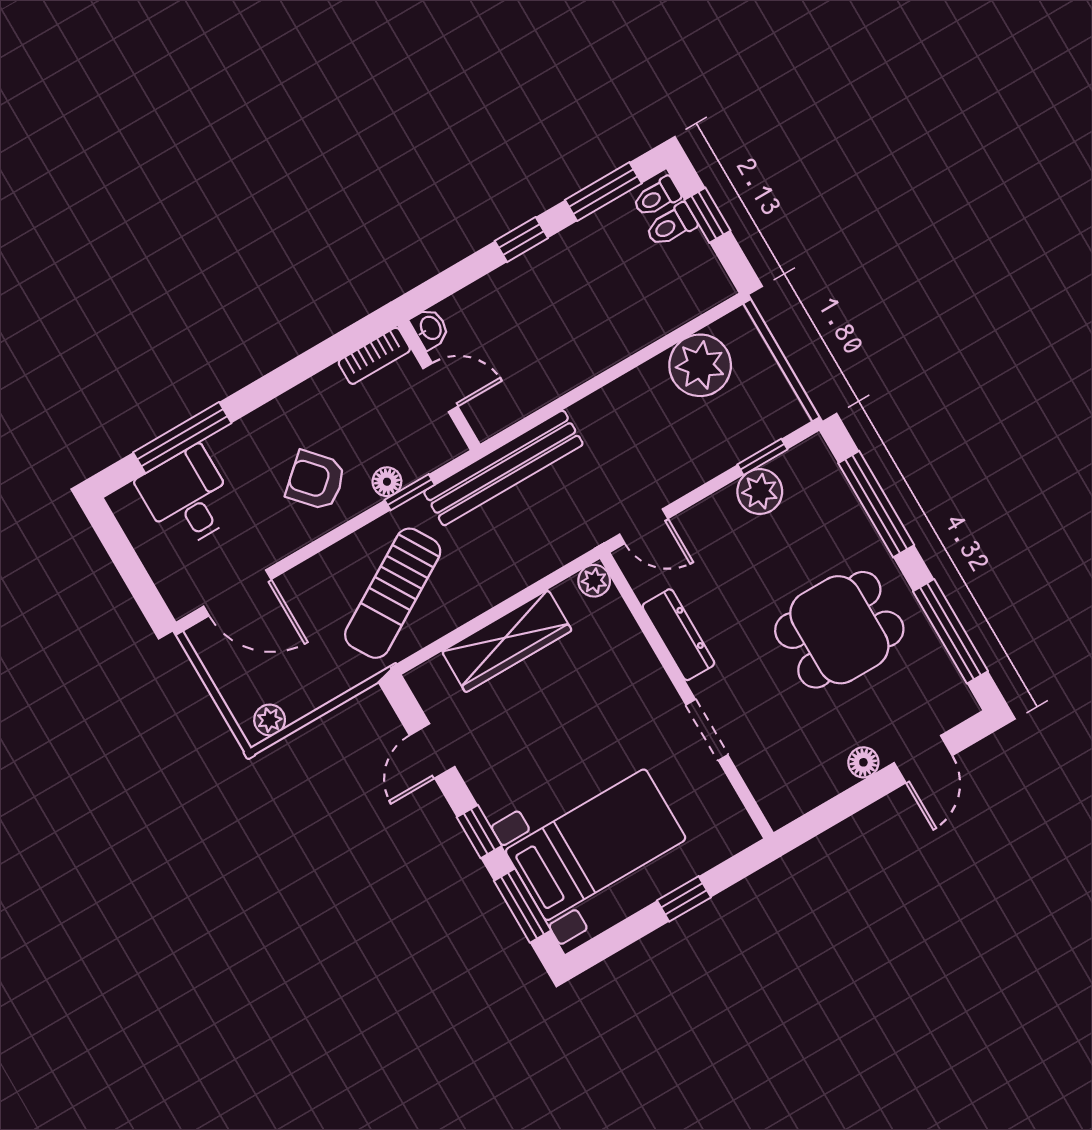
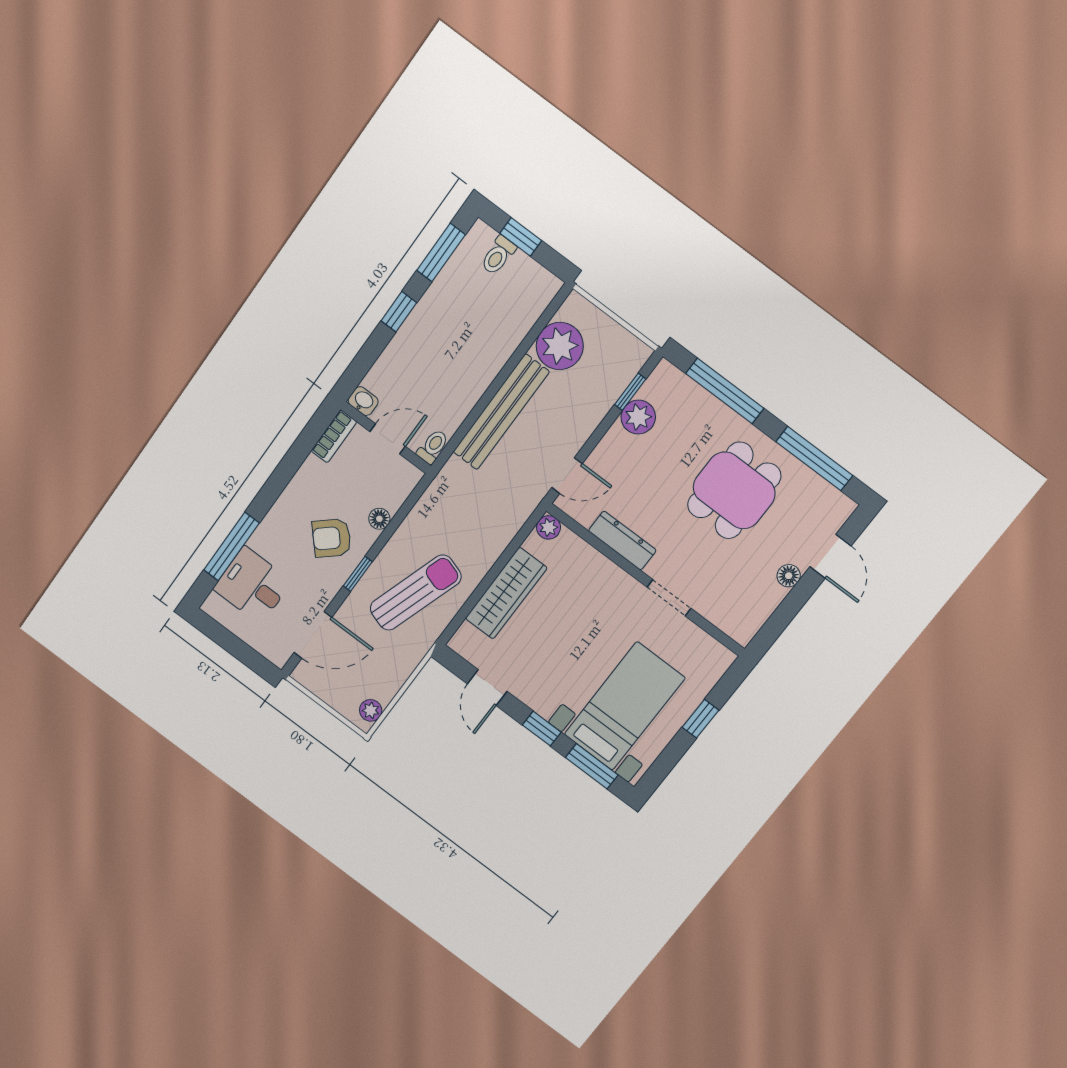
toilet: (657, 197) -> (433, 447), moved, turned 180
bench: (503, 468) -> (501, 412), moved
window: (410, 492) -> (358, 574), moved
sun lounger: (393, 593) -> (416, 593), turned -131

